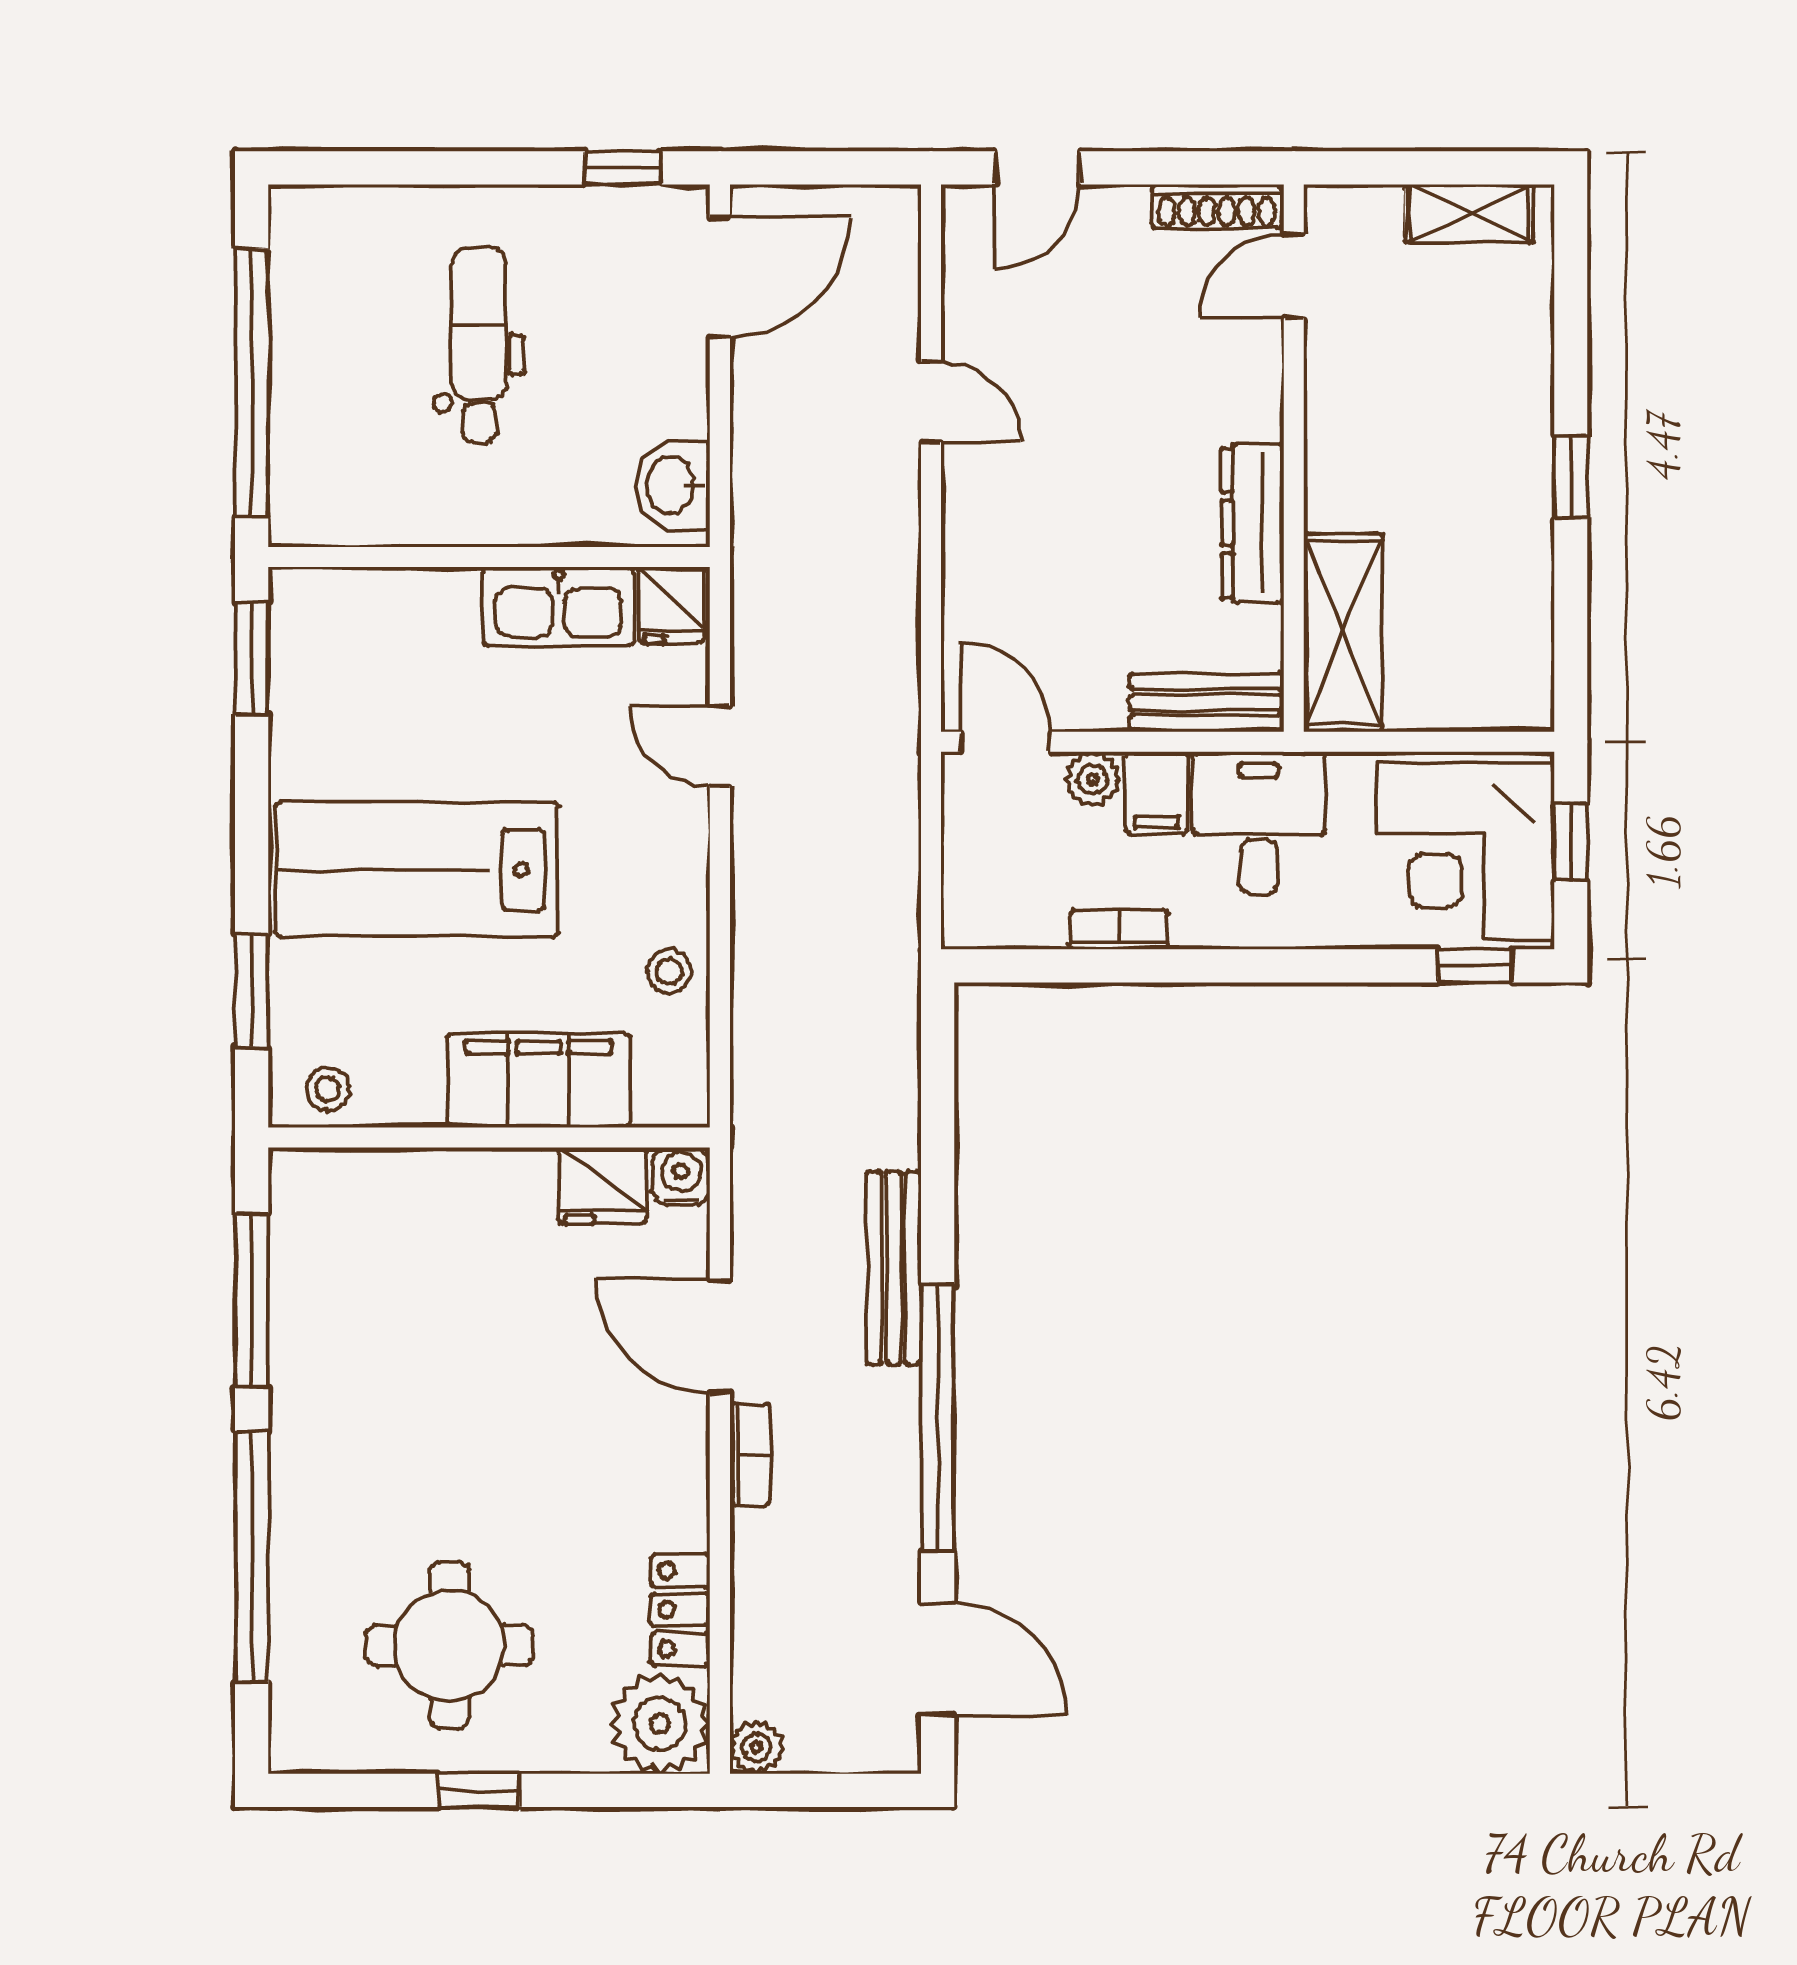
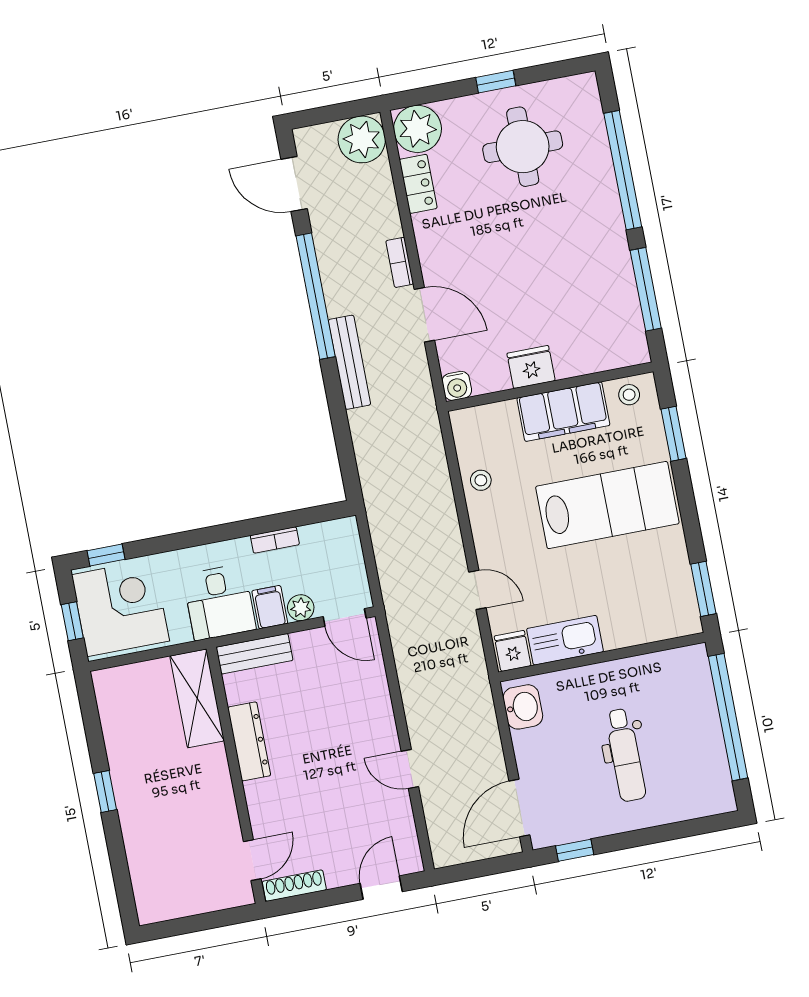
shelving: (1469, 213) -> (176, 905), removed
filing cabinet: (538, 1080) -> (563, 412), moved
fridge: (602, 1186) -> (531, 367), moved
plant: (756, 1747) -> (362, 139), width x1.87, depth x1.87

